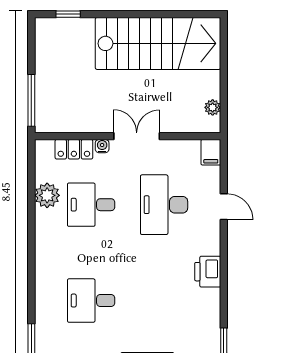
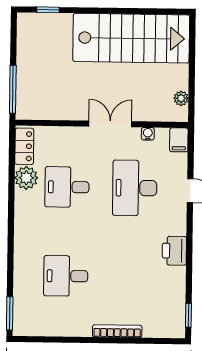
water cooler: (102, 146) -> (148, 134), moved
locker: (74, 149) -> (24, 146), moved, turned -90

